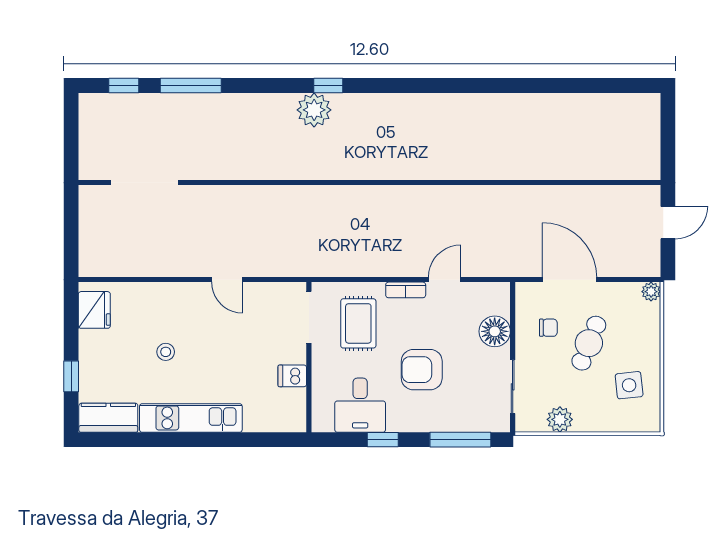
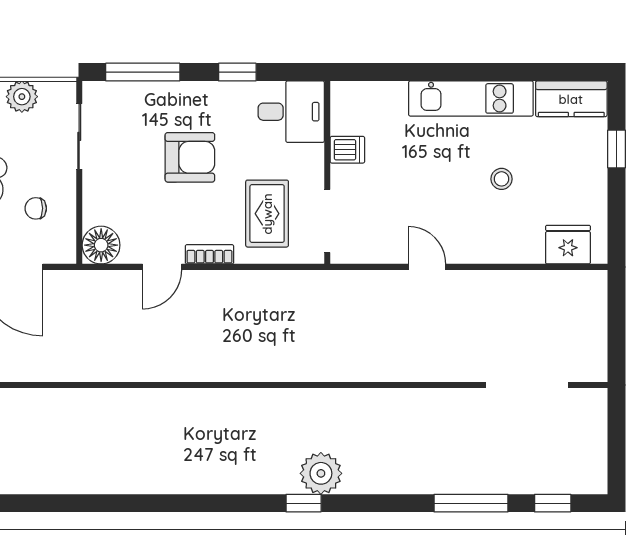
fridge: (94, 310) -> (568, 245), moved, turned 90
floor lamp: (495, 331) -> (101, 245), moved
desk: (360, 405) -> (291, 112), moved, turned 90

